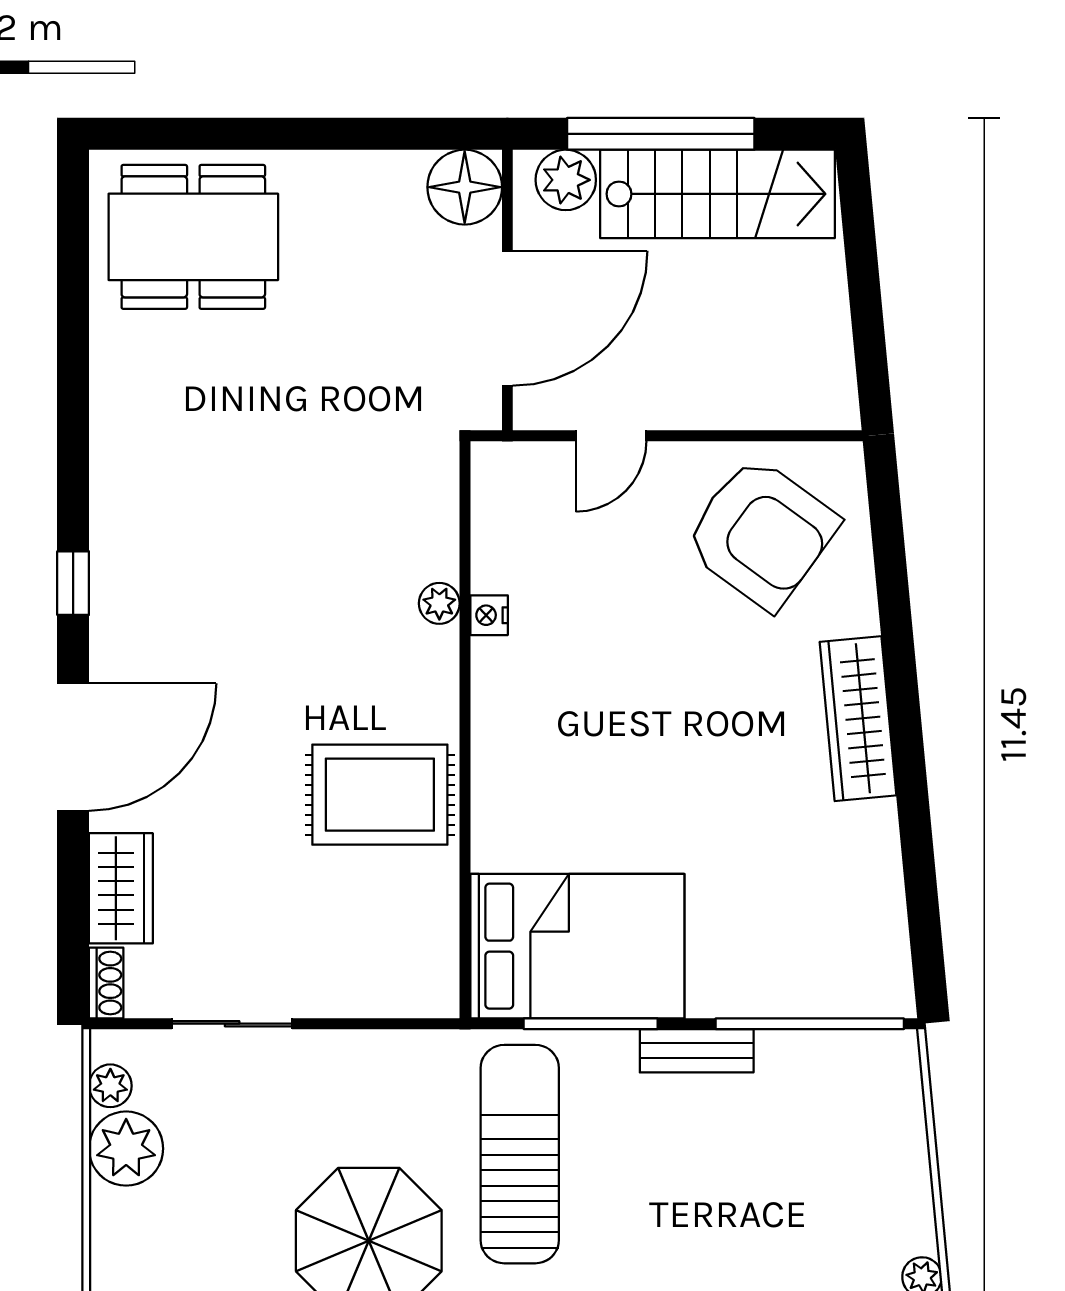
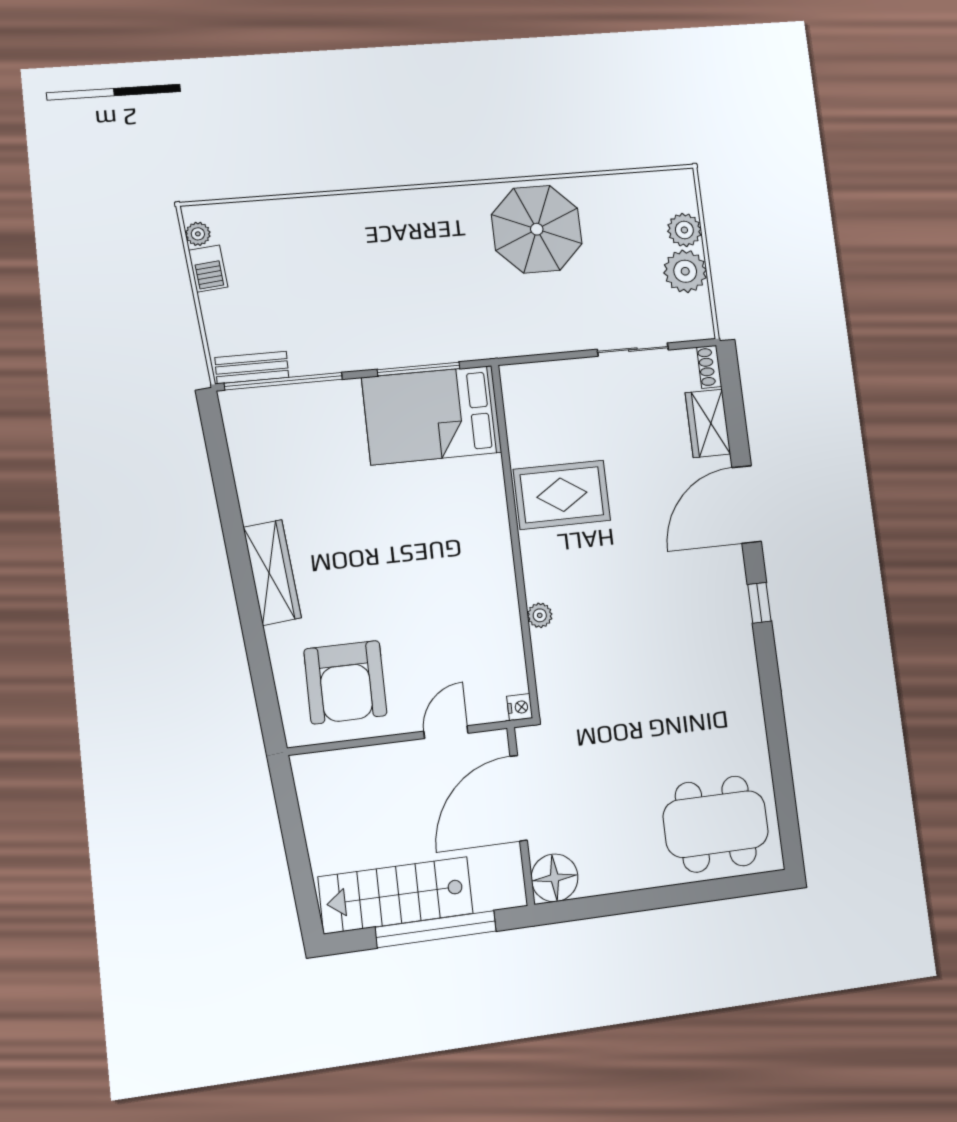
plant: (566, 180) -> (492, 891), removed
armchair: (761, 533) -> (345, 682), turned -126
nightstand: (489, 615) -> (520, 707), moved
bench: (697, 1051) -> (252, 367), moved
plant: (110, 1086) -> (684, 230), moved, width x1.38, depth x1.38
sun lounger: (520, 1154) -> (453, 287), removed
barbecue: (911, 1218) -> (208, 269), added

